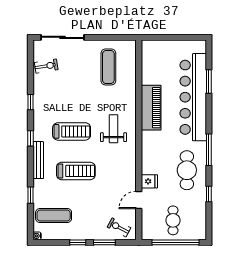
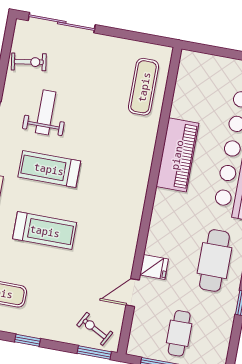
exercise mat: (108, 67) -> (144, 87), moved
weight bench: (114, 129) -> (46, 112), moved
treadmill: (72, 131) -> (49, 169), turned 180
window: (104, 242) -> (94, 353), moved

